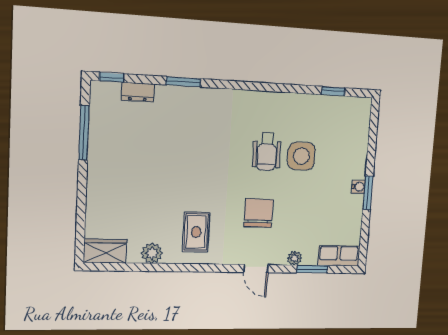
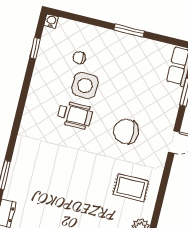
chair: (331, 143) -> (79, 58), added
water cooler: (359, 187) -> (51, 21), moved
plant: (295, 258) -> (173, 106), removed

